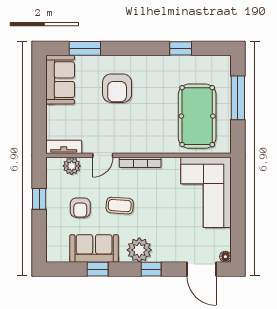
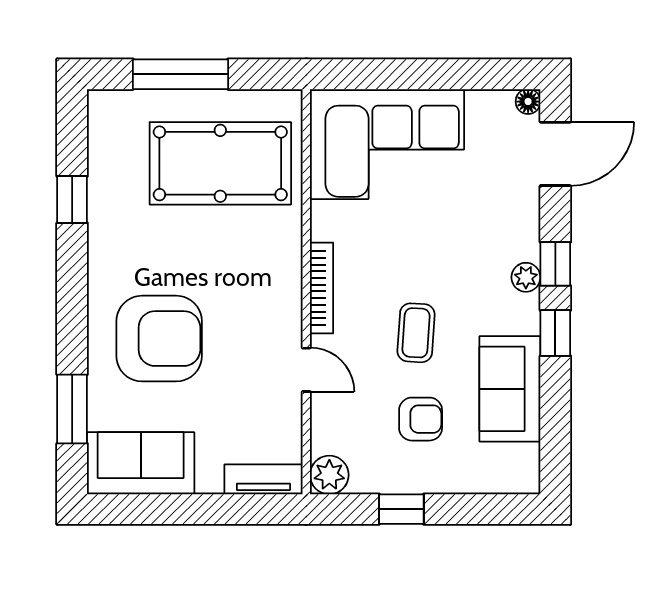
armchair: (117, 88) -> (159, 339), width x1.36, depth x1.36
tv unit: (64, 147) -> (263, 479), moved, turned 90
plant: (72, 166) -> (329, 475), moved
plant: (139, 250) -> (526, 277), width x0.53, depth x0.53
window: (98, 269) -> (555, 333), moved

